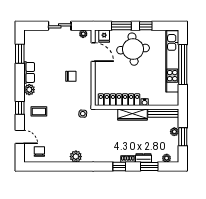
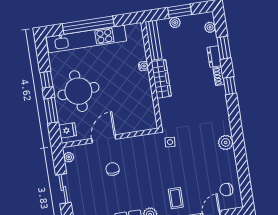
door: (93, 52) -> (104, 139), moved
chair: (71, 76) -> (113, 169), moved
locker: (119, 100) -> (145, 99), removed

